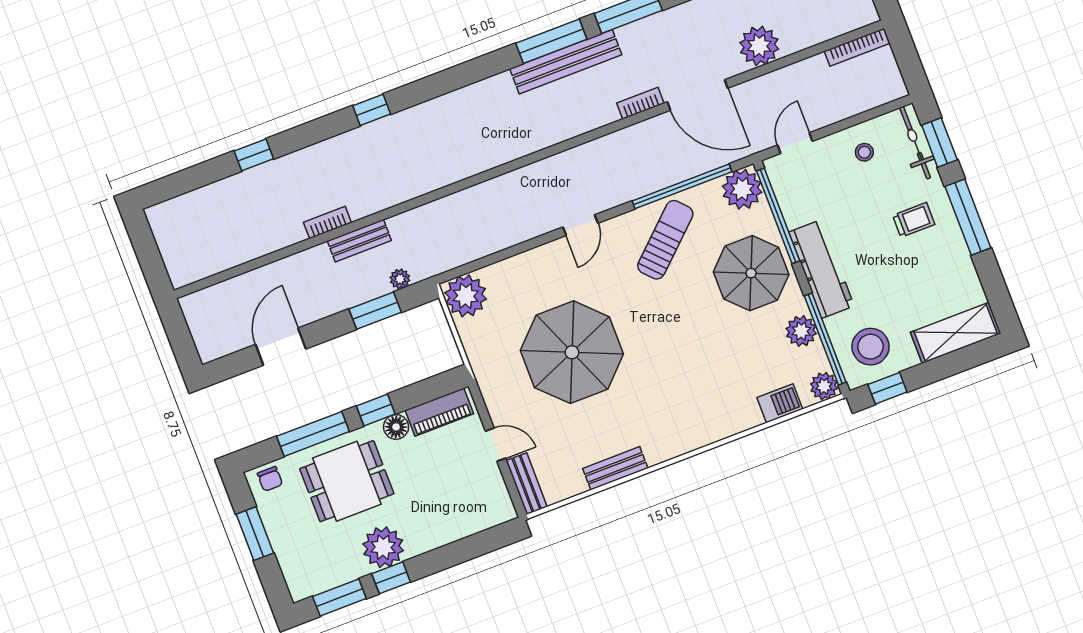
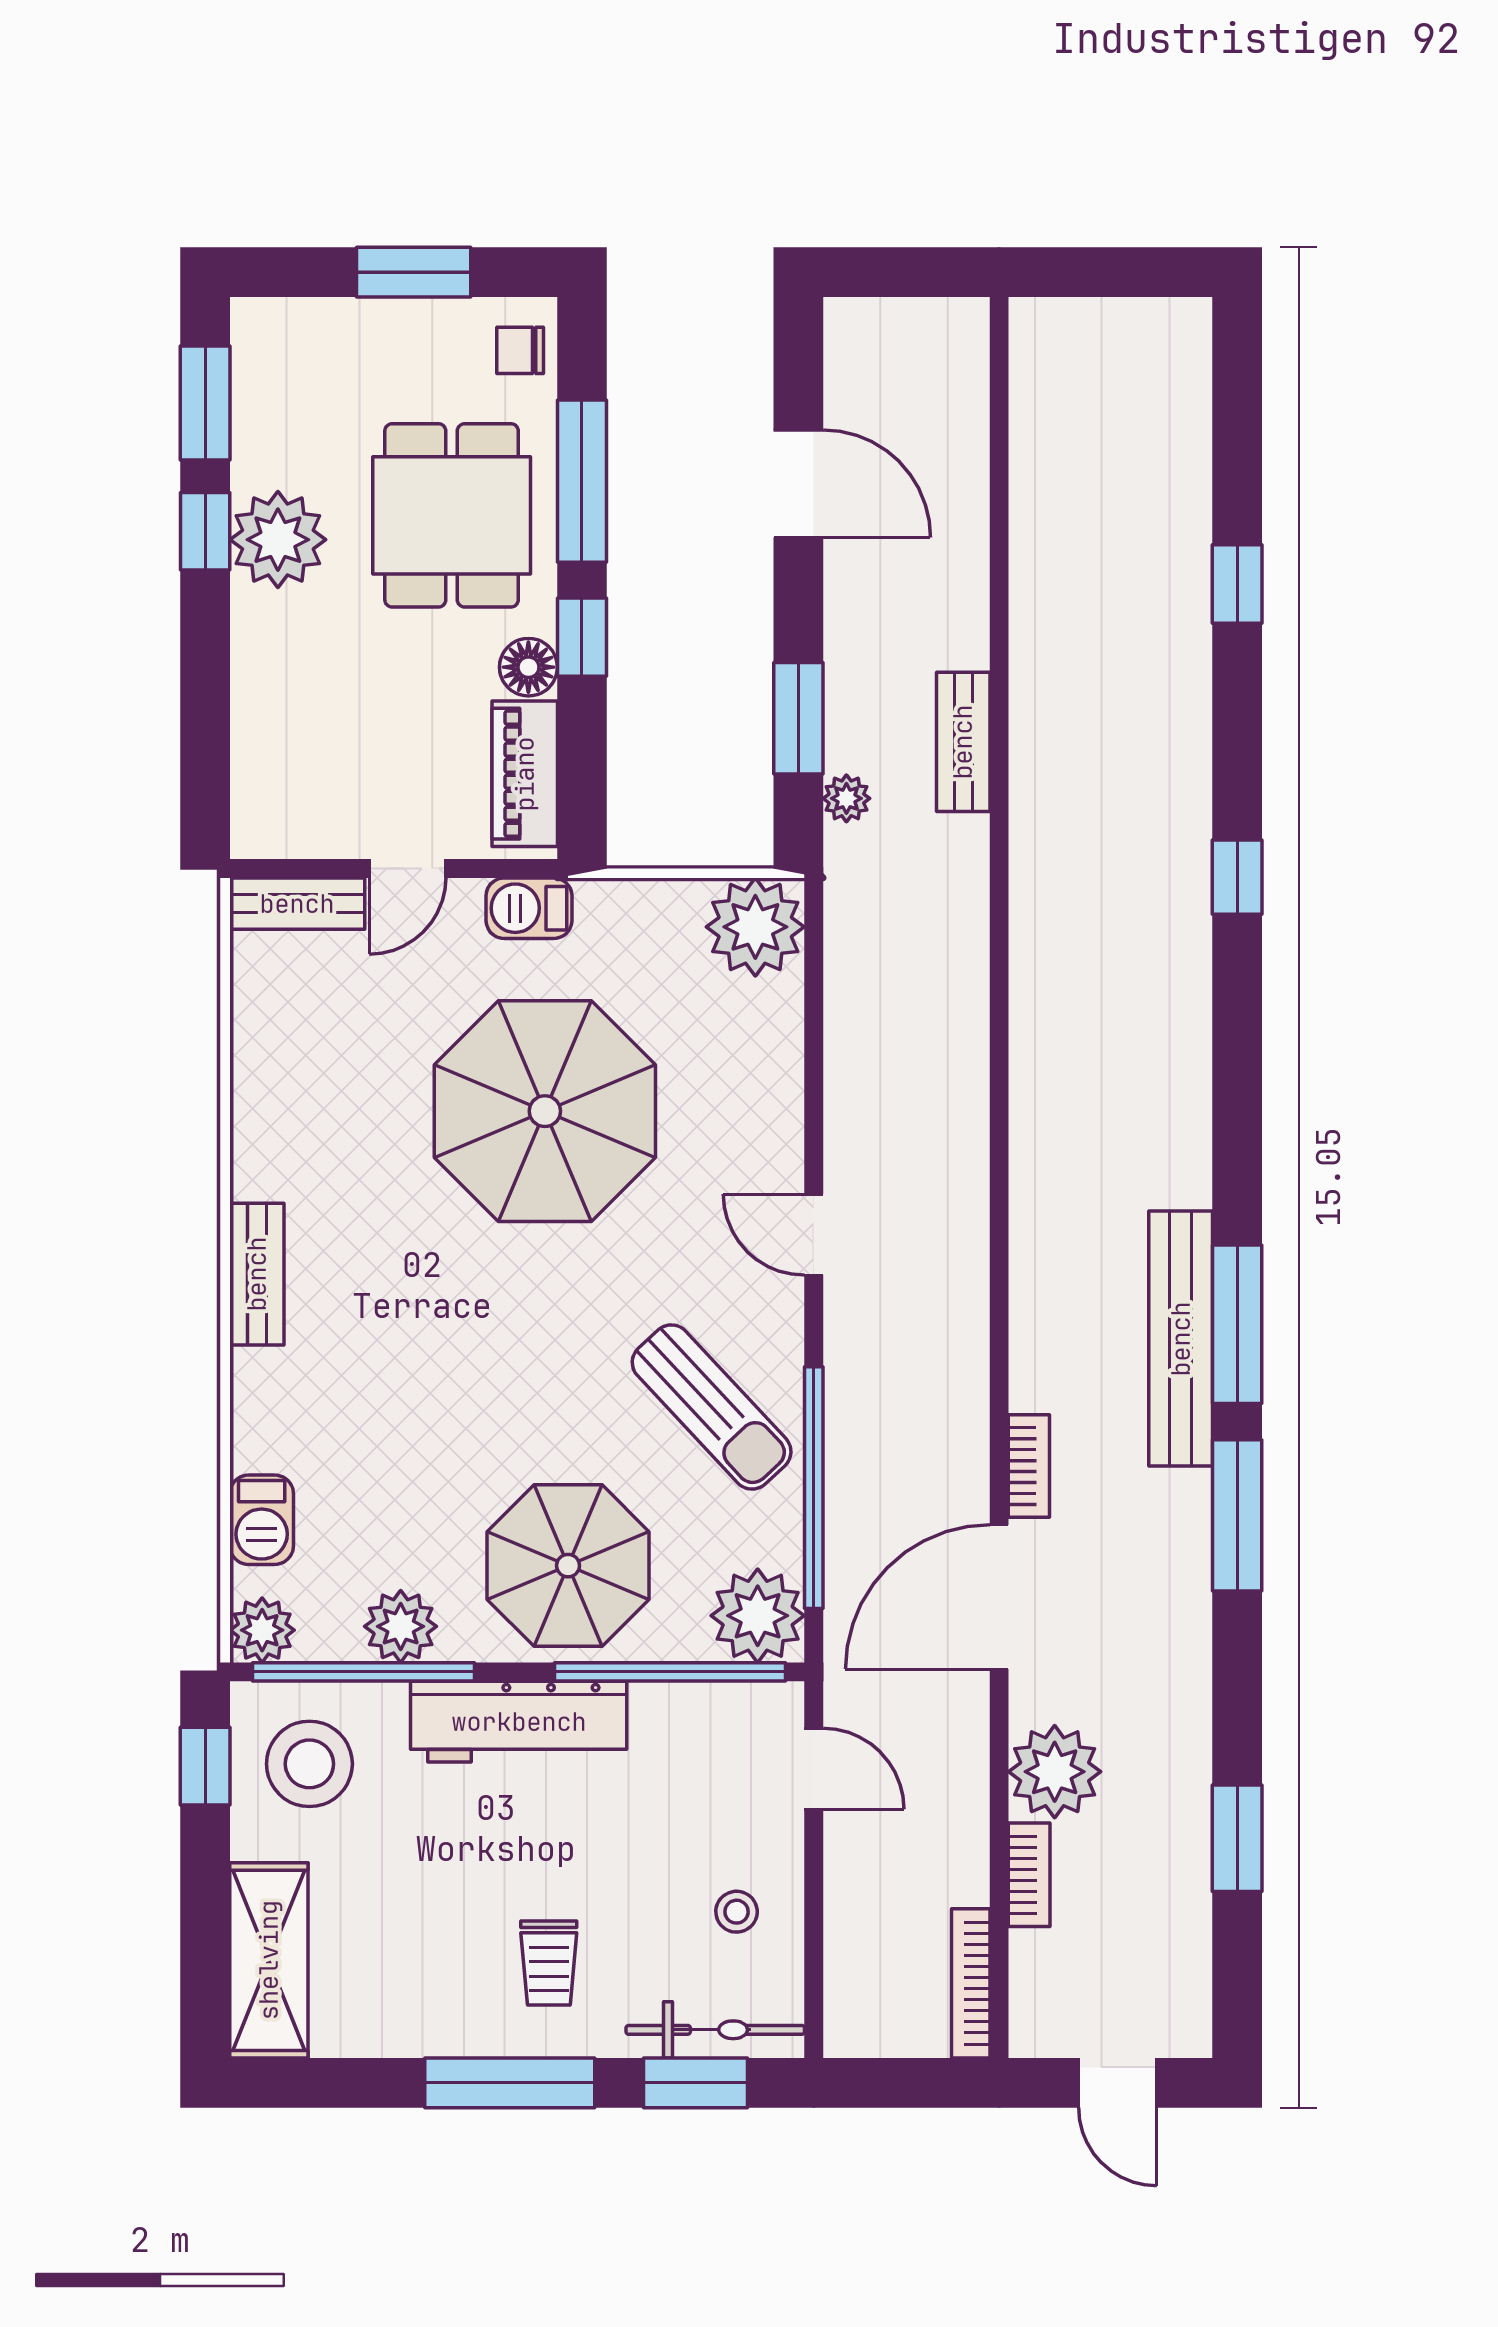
bookcase: (327, 222) -> (1029, 1875), moved
barbecue: (493, 390) -> (529, 908), added
bench: (615, 468) -> (257, 1274), moved

